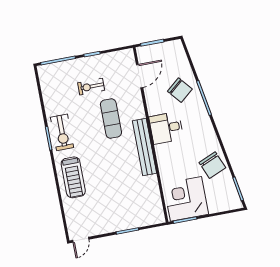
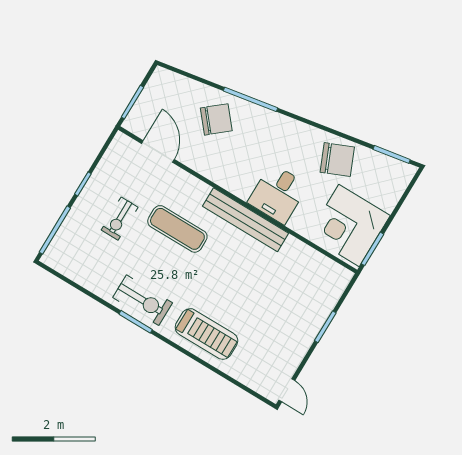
desk: (166, 128) -> (278, 194), moved

